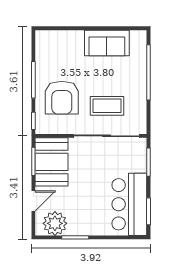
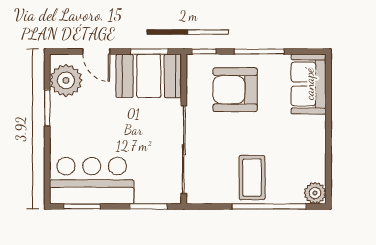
plant: (139, 38) -> (315, 193), added
sofa: (107, 43) -> (309, 84), moved
coffee table: (107, 106) -> (252, 178), moved

